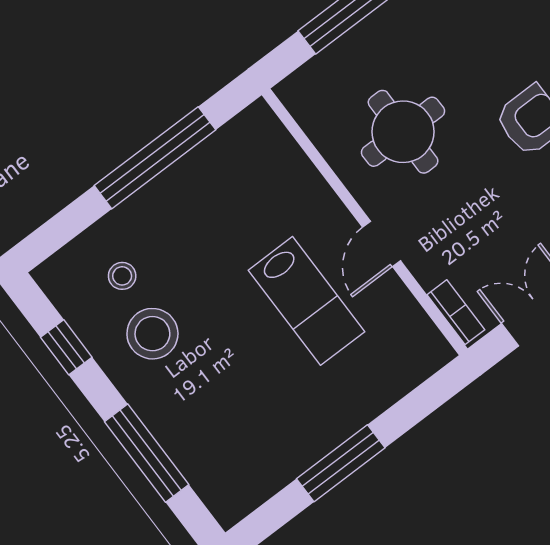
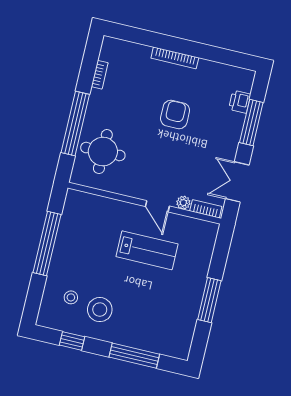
round table: (403, 132) -> (103, 152), moved
plant: (428, 273) -> (183, 203), added

